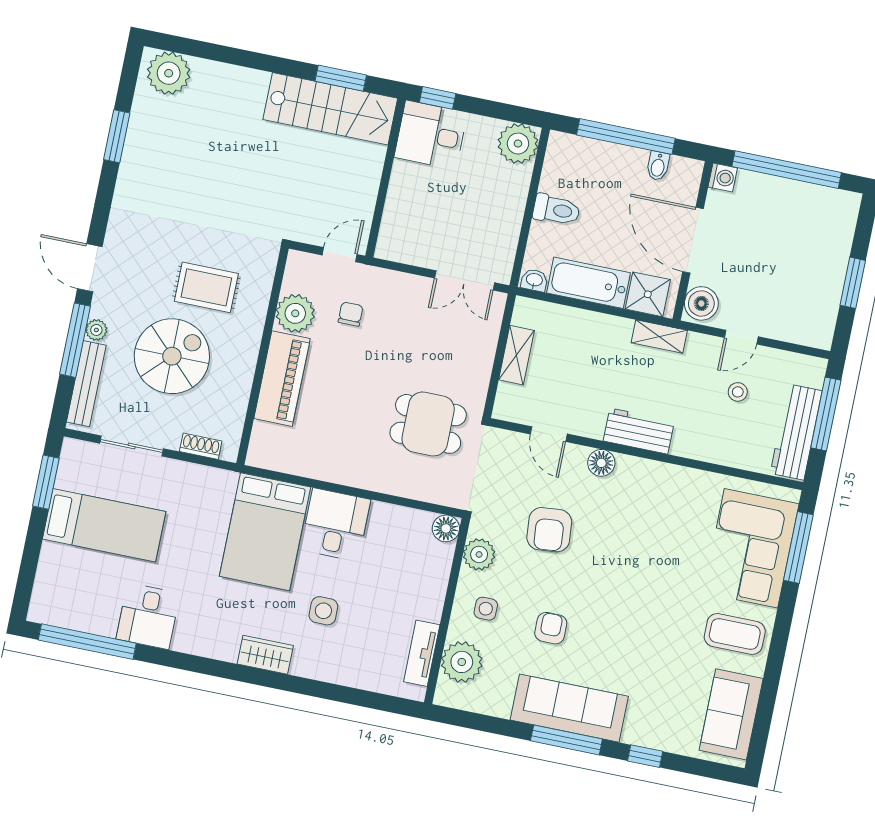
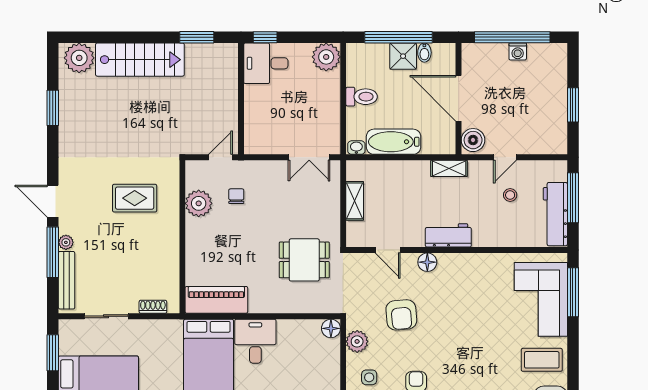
stairs: (330, 109) -> (140, 60), moved
washing machine: (723, 178) -> (518, 52), moved, turned 90
shower: (648, 294) -> (403, 56), moved
spiral stairs: (172, 356) -> (121, 250), removed
piano: (282, 379) -> (216, 300), moved, turned -90

